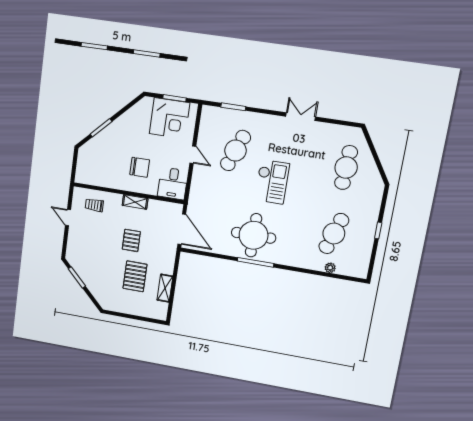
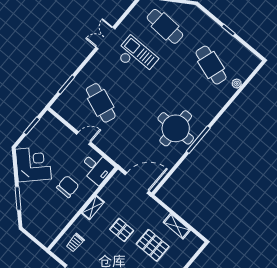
corner desk: (170, 118) -> (33, 164), moved, turned -45
checkout: (272, 182) -> (136, 56), moved

